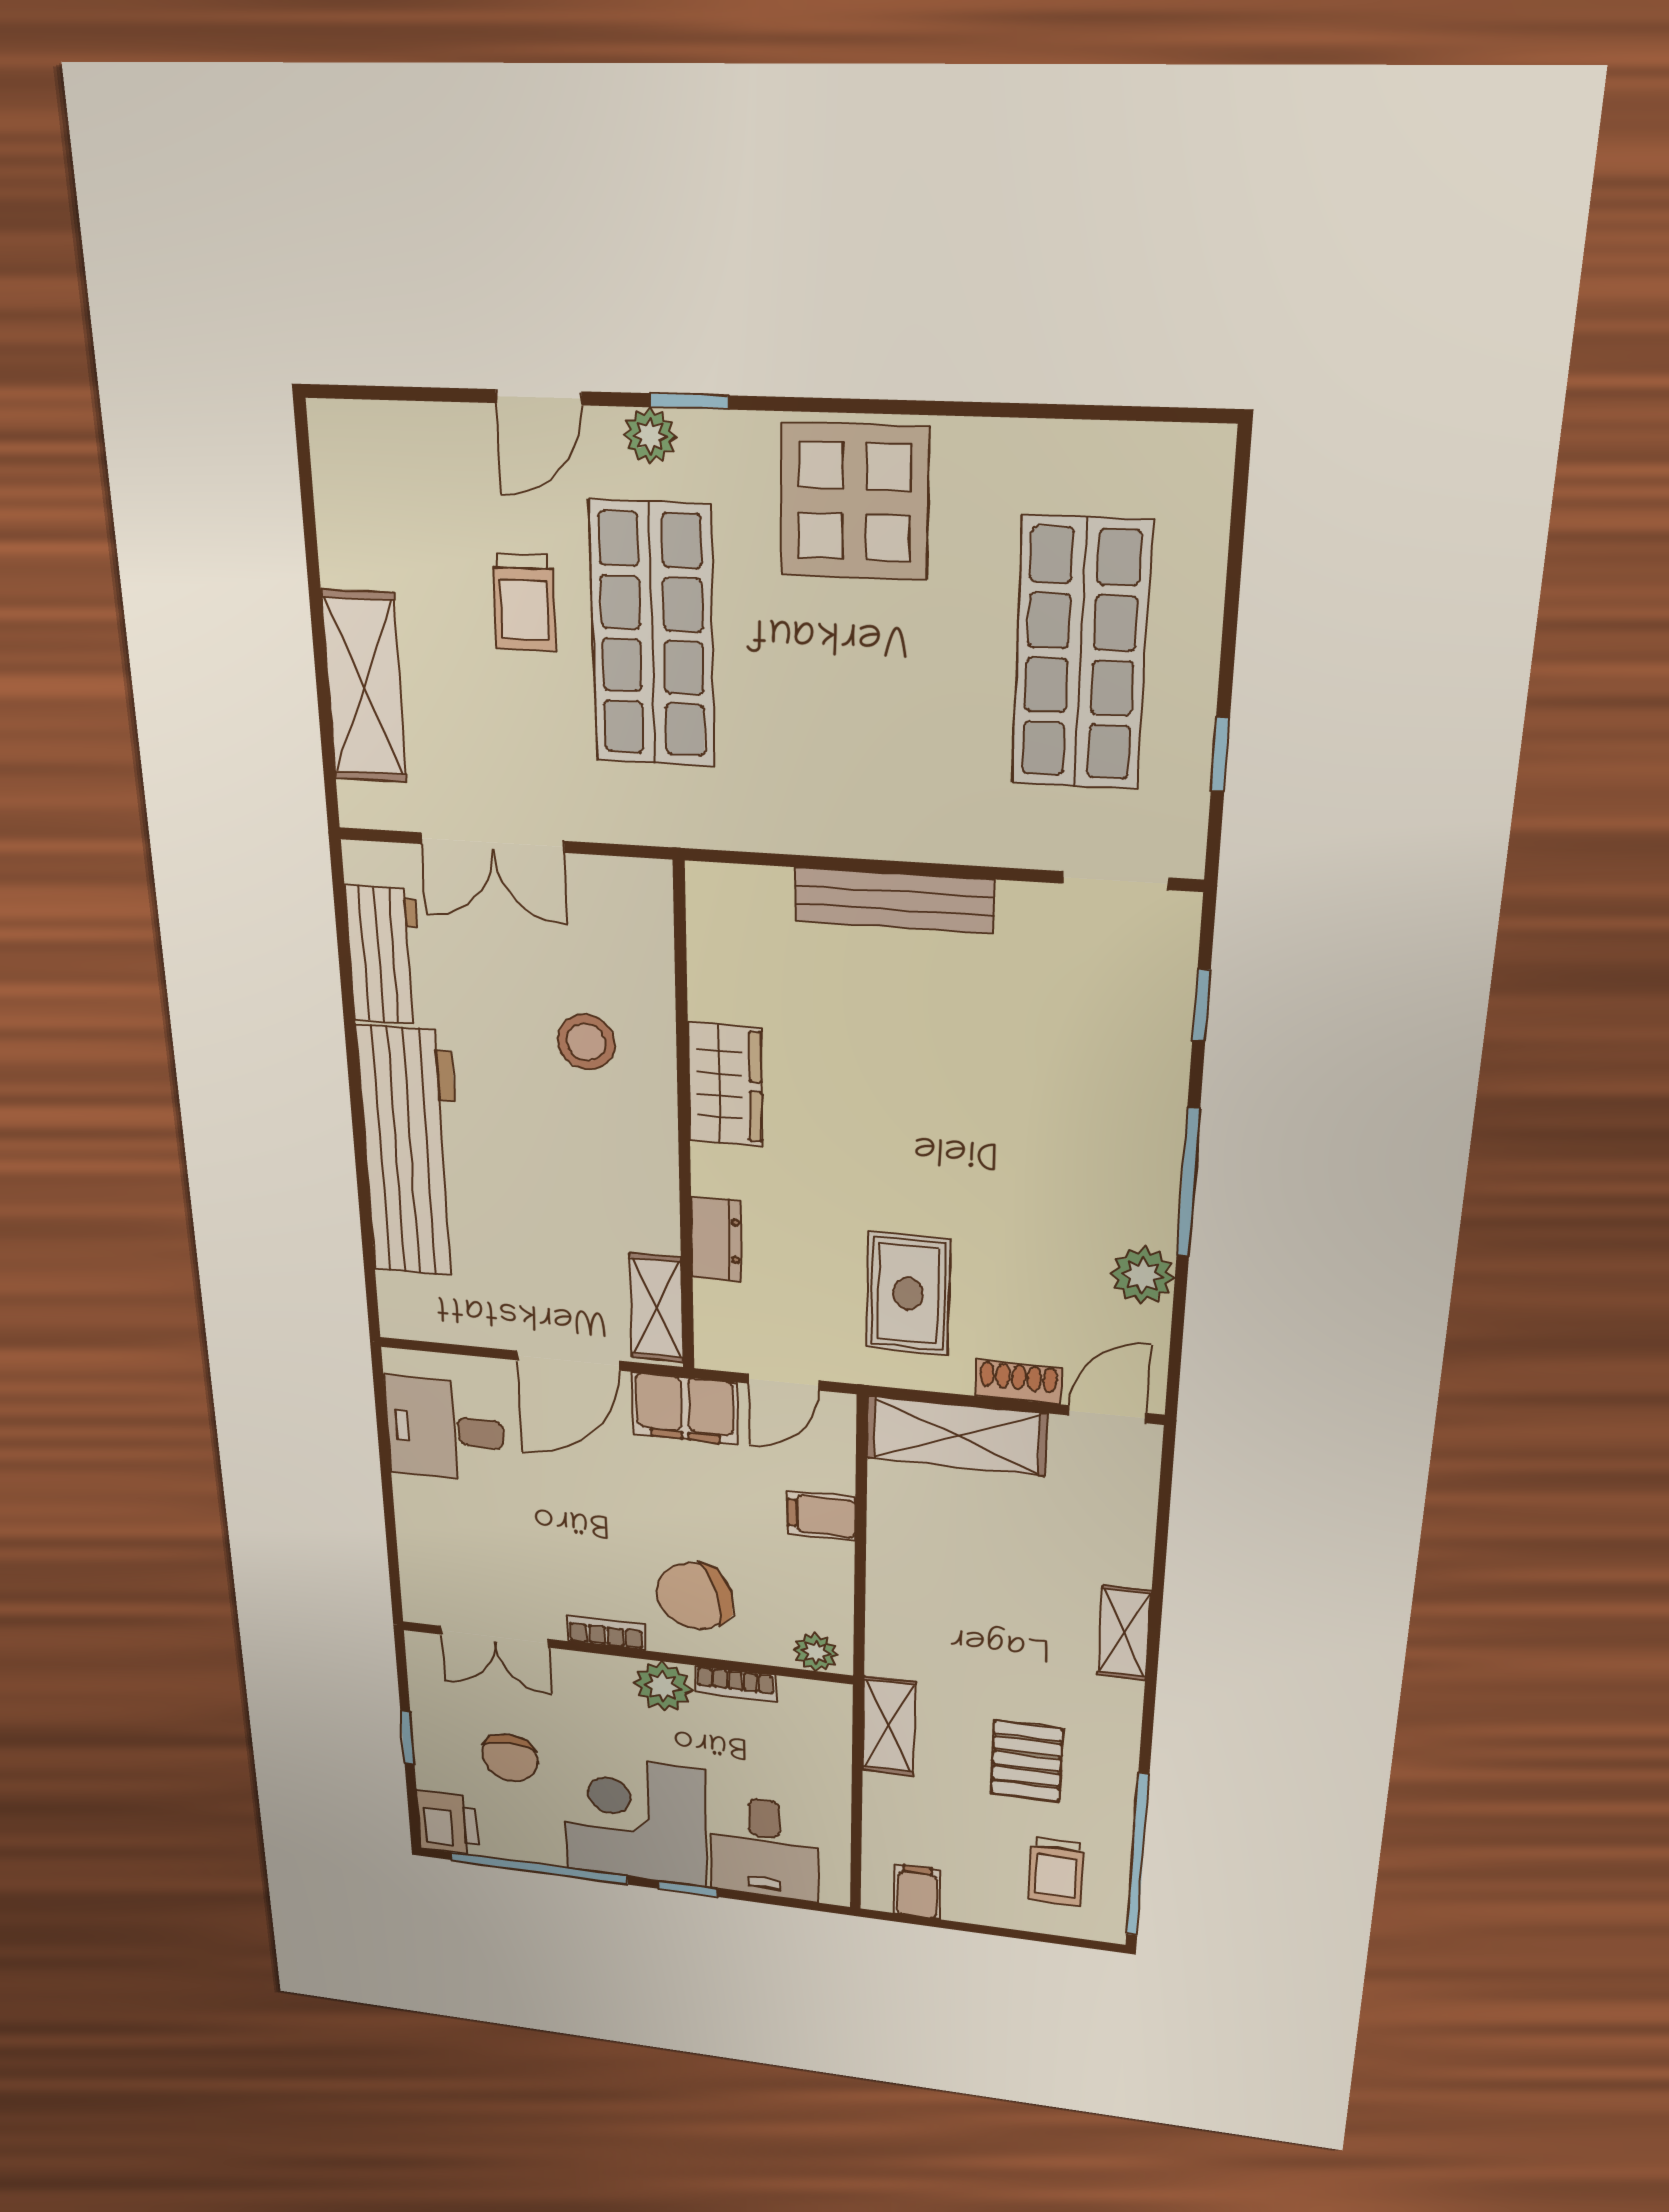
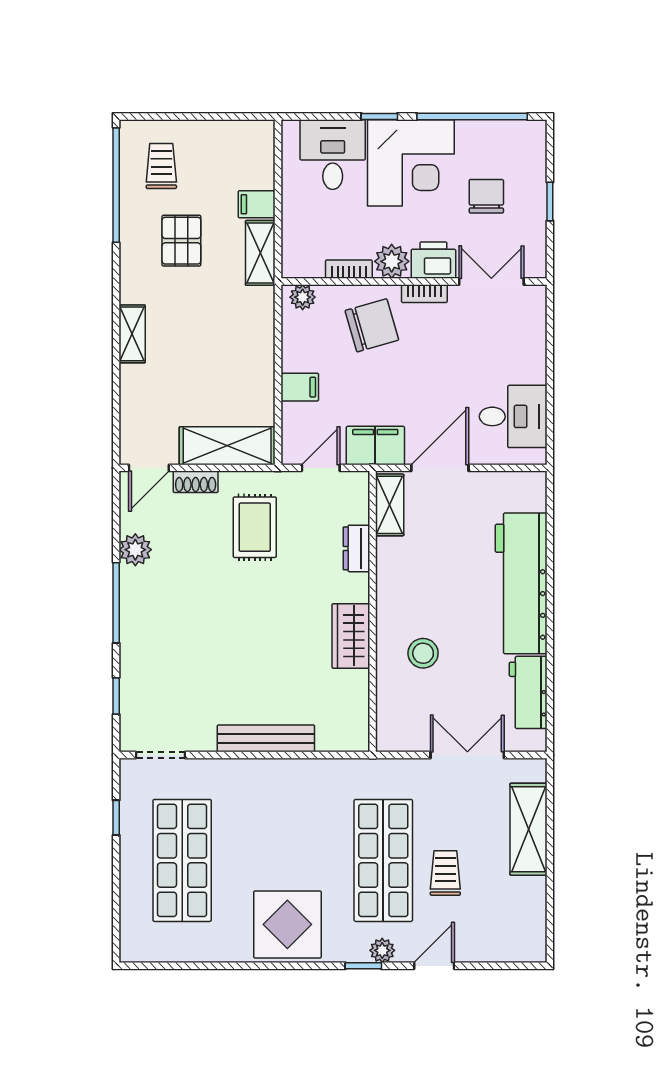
printer: (448, 1823) -> (433, 260), moved, turned 90
filing cabinet: (917, 1892) -> (257, 204), moved, turned 90

